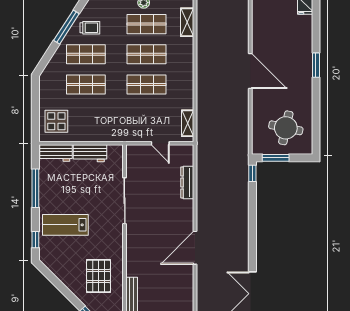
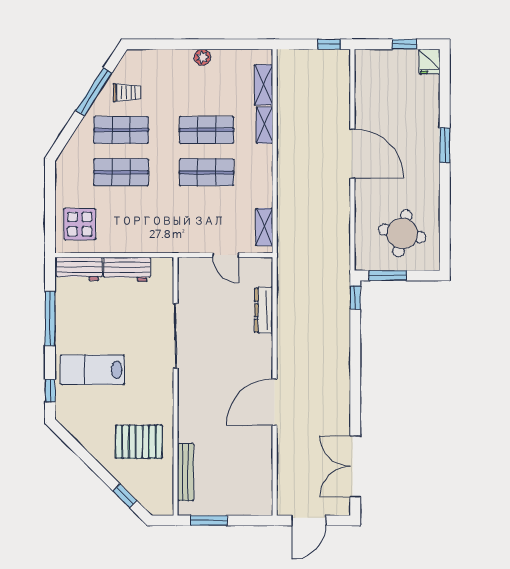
shop shelf: (147, 24) -> (207, 87), removed
shelving: (188, 51) -> (264, 125), added
pallet: (99, 276) -> (139, 442), turned 90

